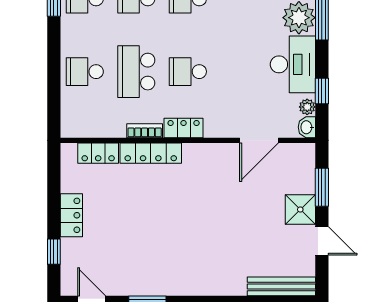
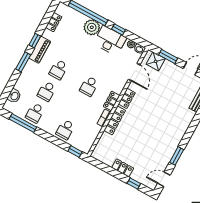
school desk: (136, 72) -> (77, 108), removed
window: (322, 91) -> (119, 29), moved
window: (54, 111) -> (75, 151), added
locker: (98, 153) -> (127, 98), moved
shower: (300, 209) -> (156, 61), moved

